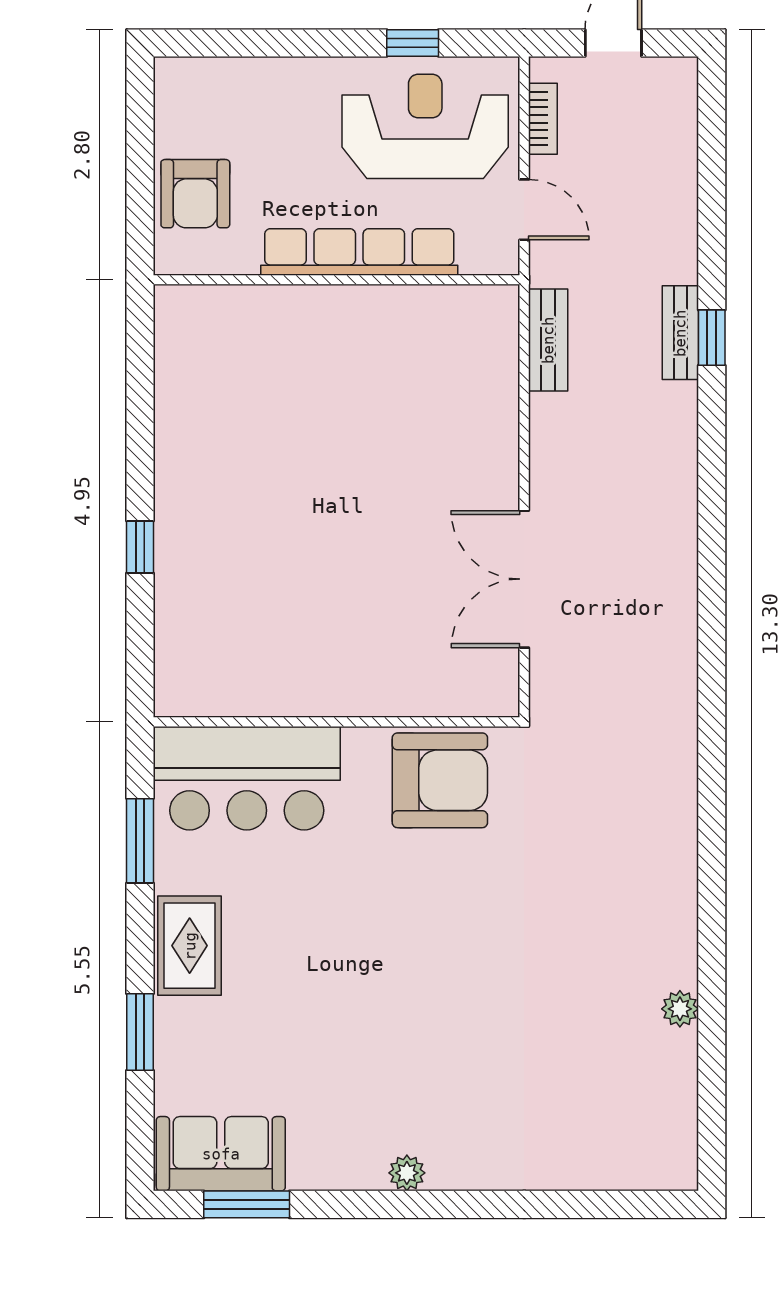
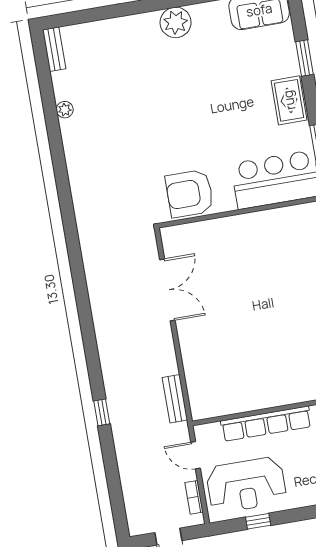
bench: (680, 333) -> (54, 49), moved
plant: (407, 1173) -> (176, 22), width x1.88, depth x1.88

